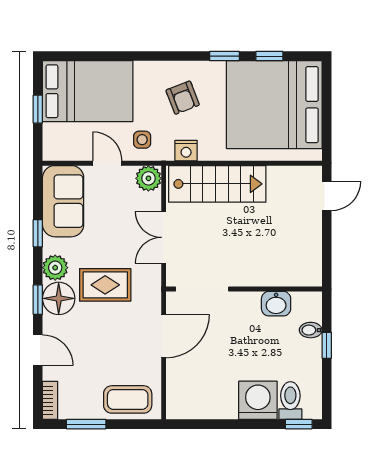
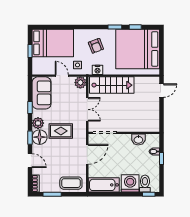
double door: (164, 237) -> (87, 109), swing flipped
bathtub: (200, 404) -> (104, 185), added

